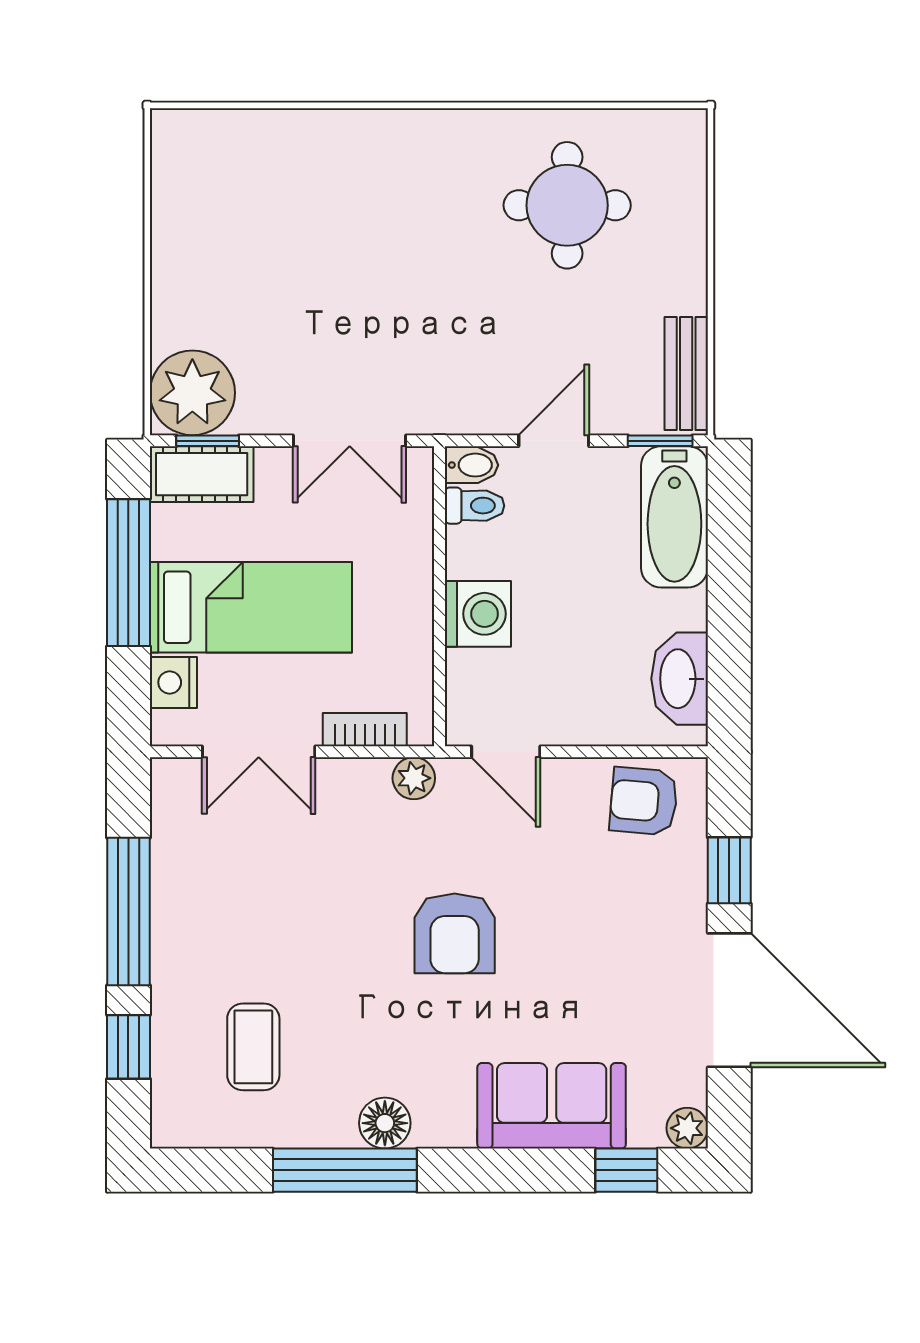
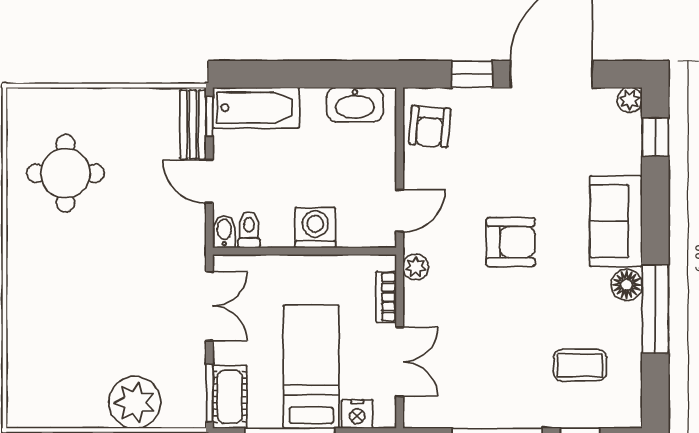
bench: (686, 374) -> (193, 125), moved, turned 90
plant: (192, 393) -> (135, 402), moved
window: (208, 441) -> (209, 393), width x1.50
sofa: (552, 1106) -> (616, 221), moved

